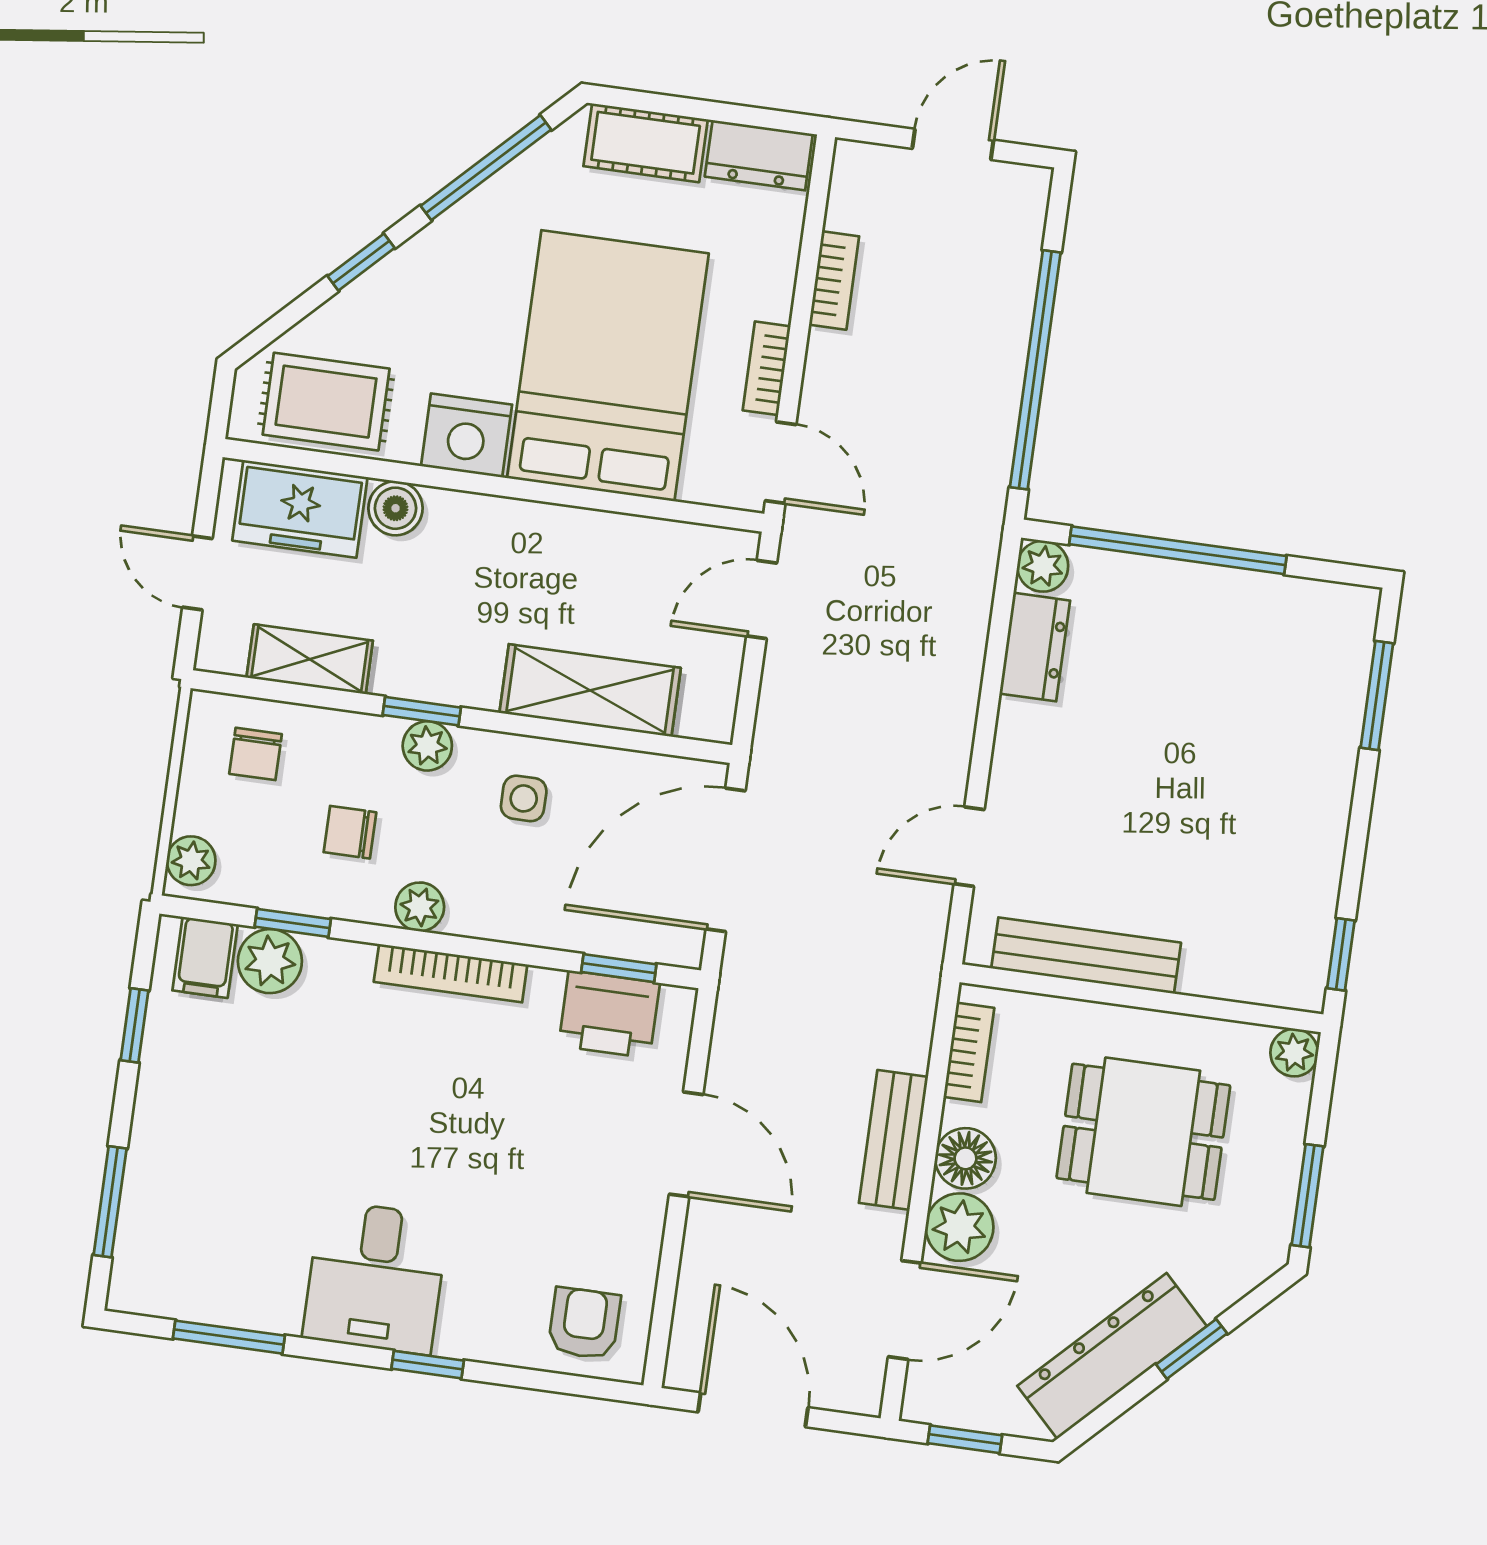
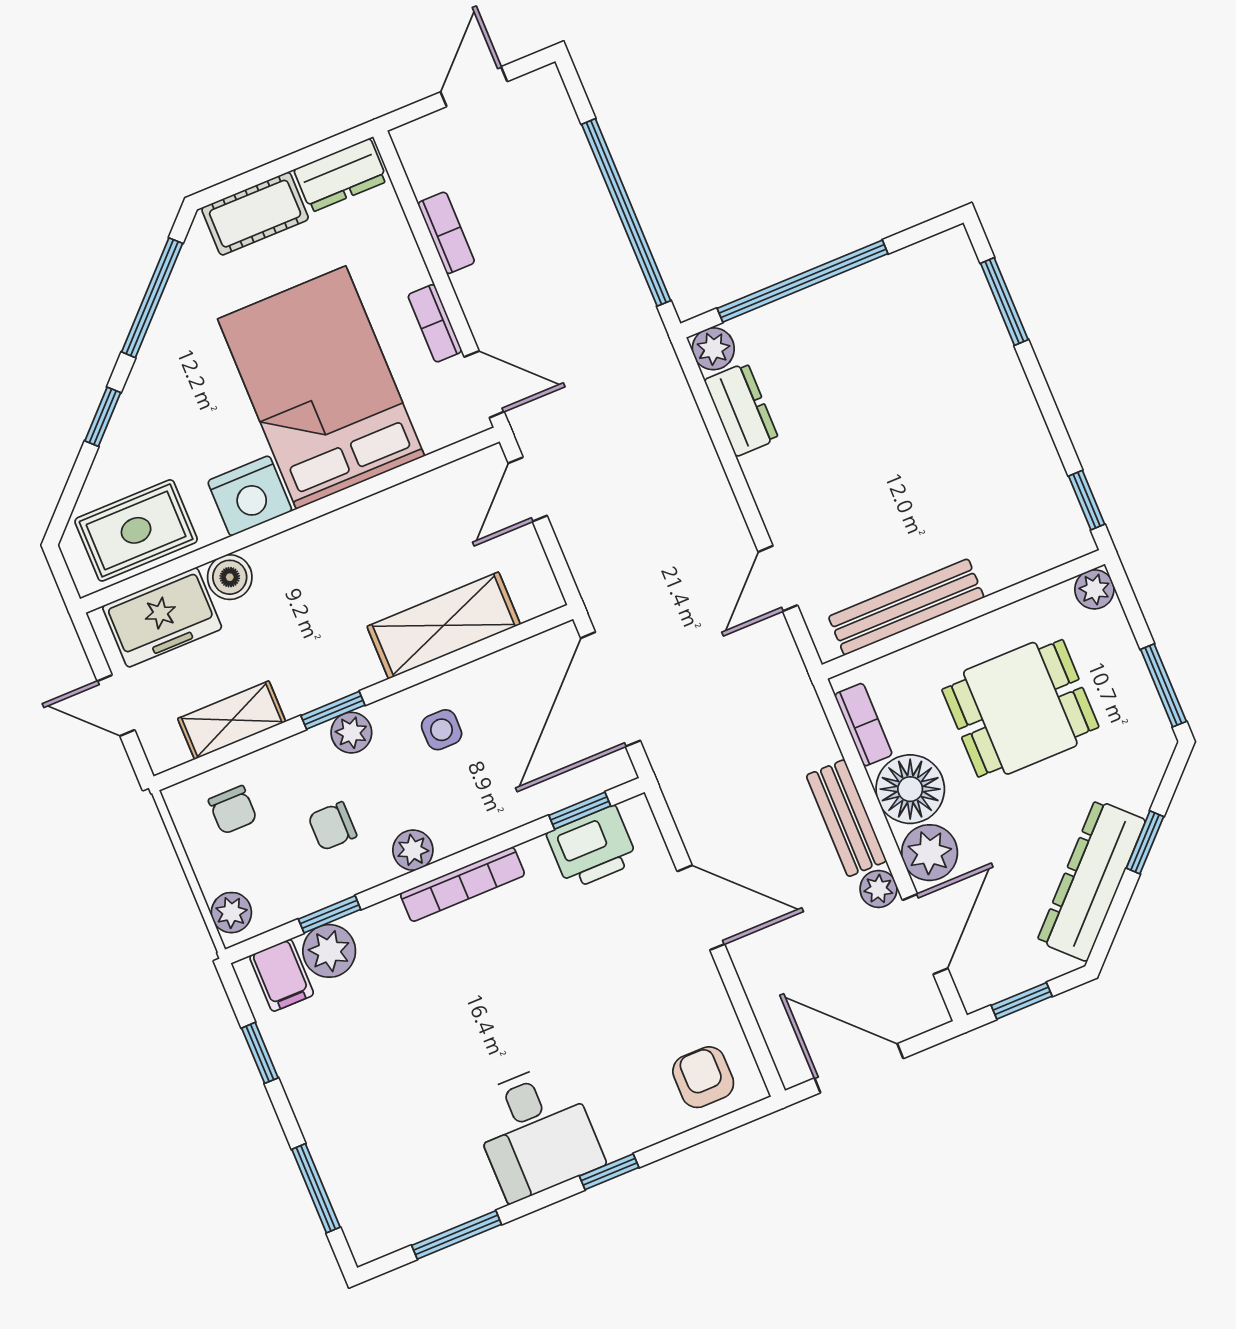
floor lamp: (965, 1158) -> (910, 789), width x1.38, depth x1.38
plant: (884, 1234) -> (878, 889), added

